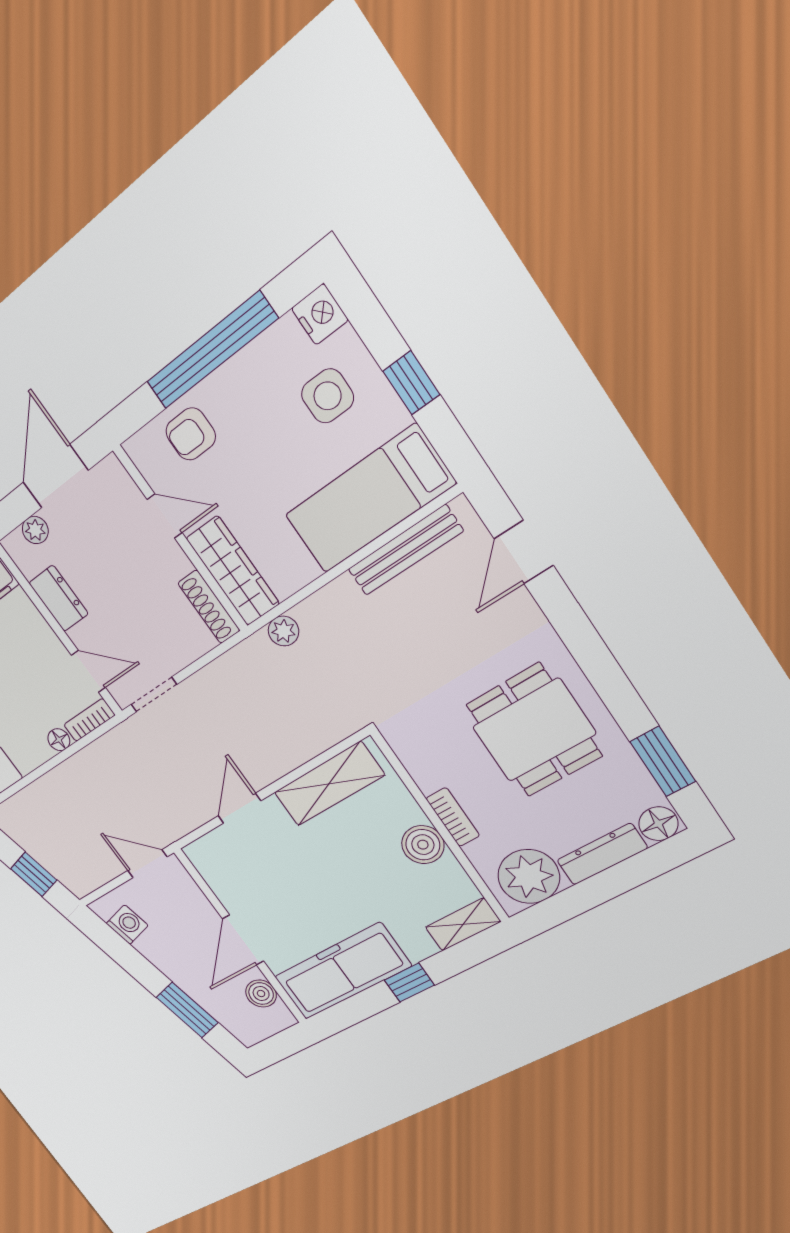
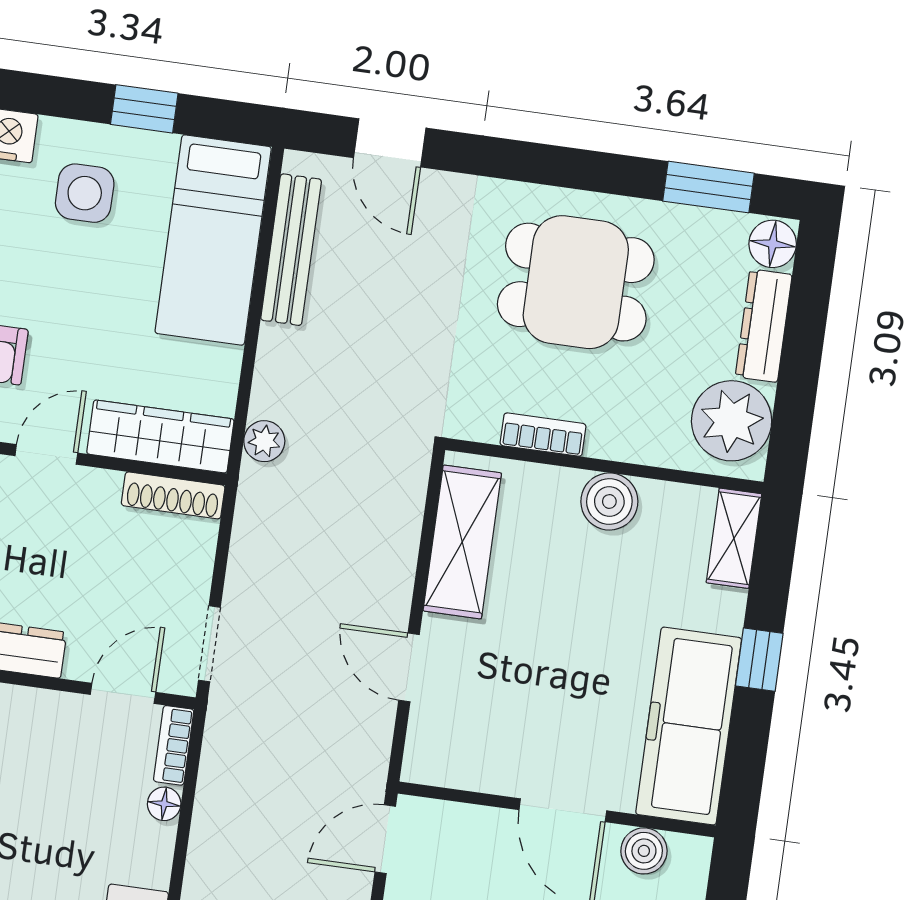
bookcase: (453, 817) -> (543, 435), moved

